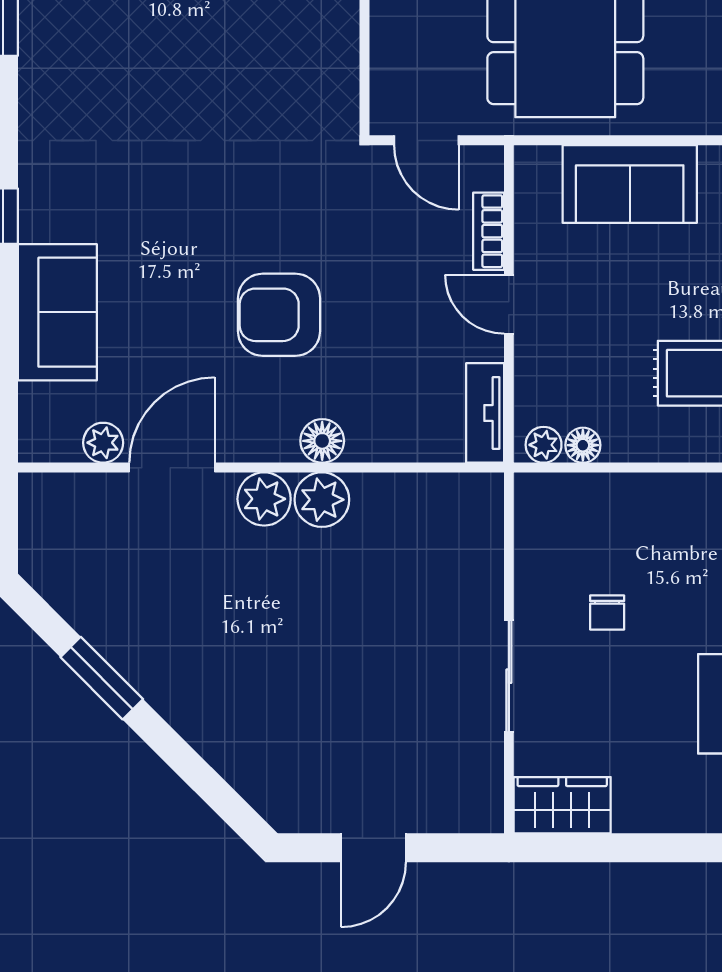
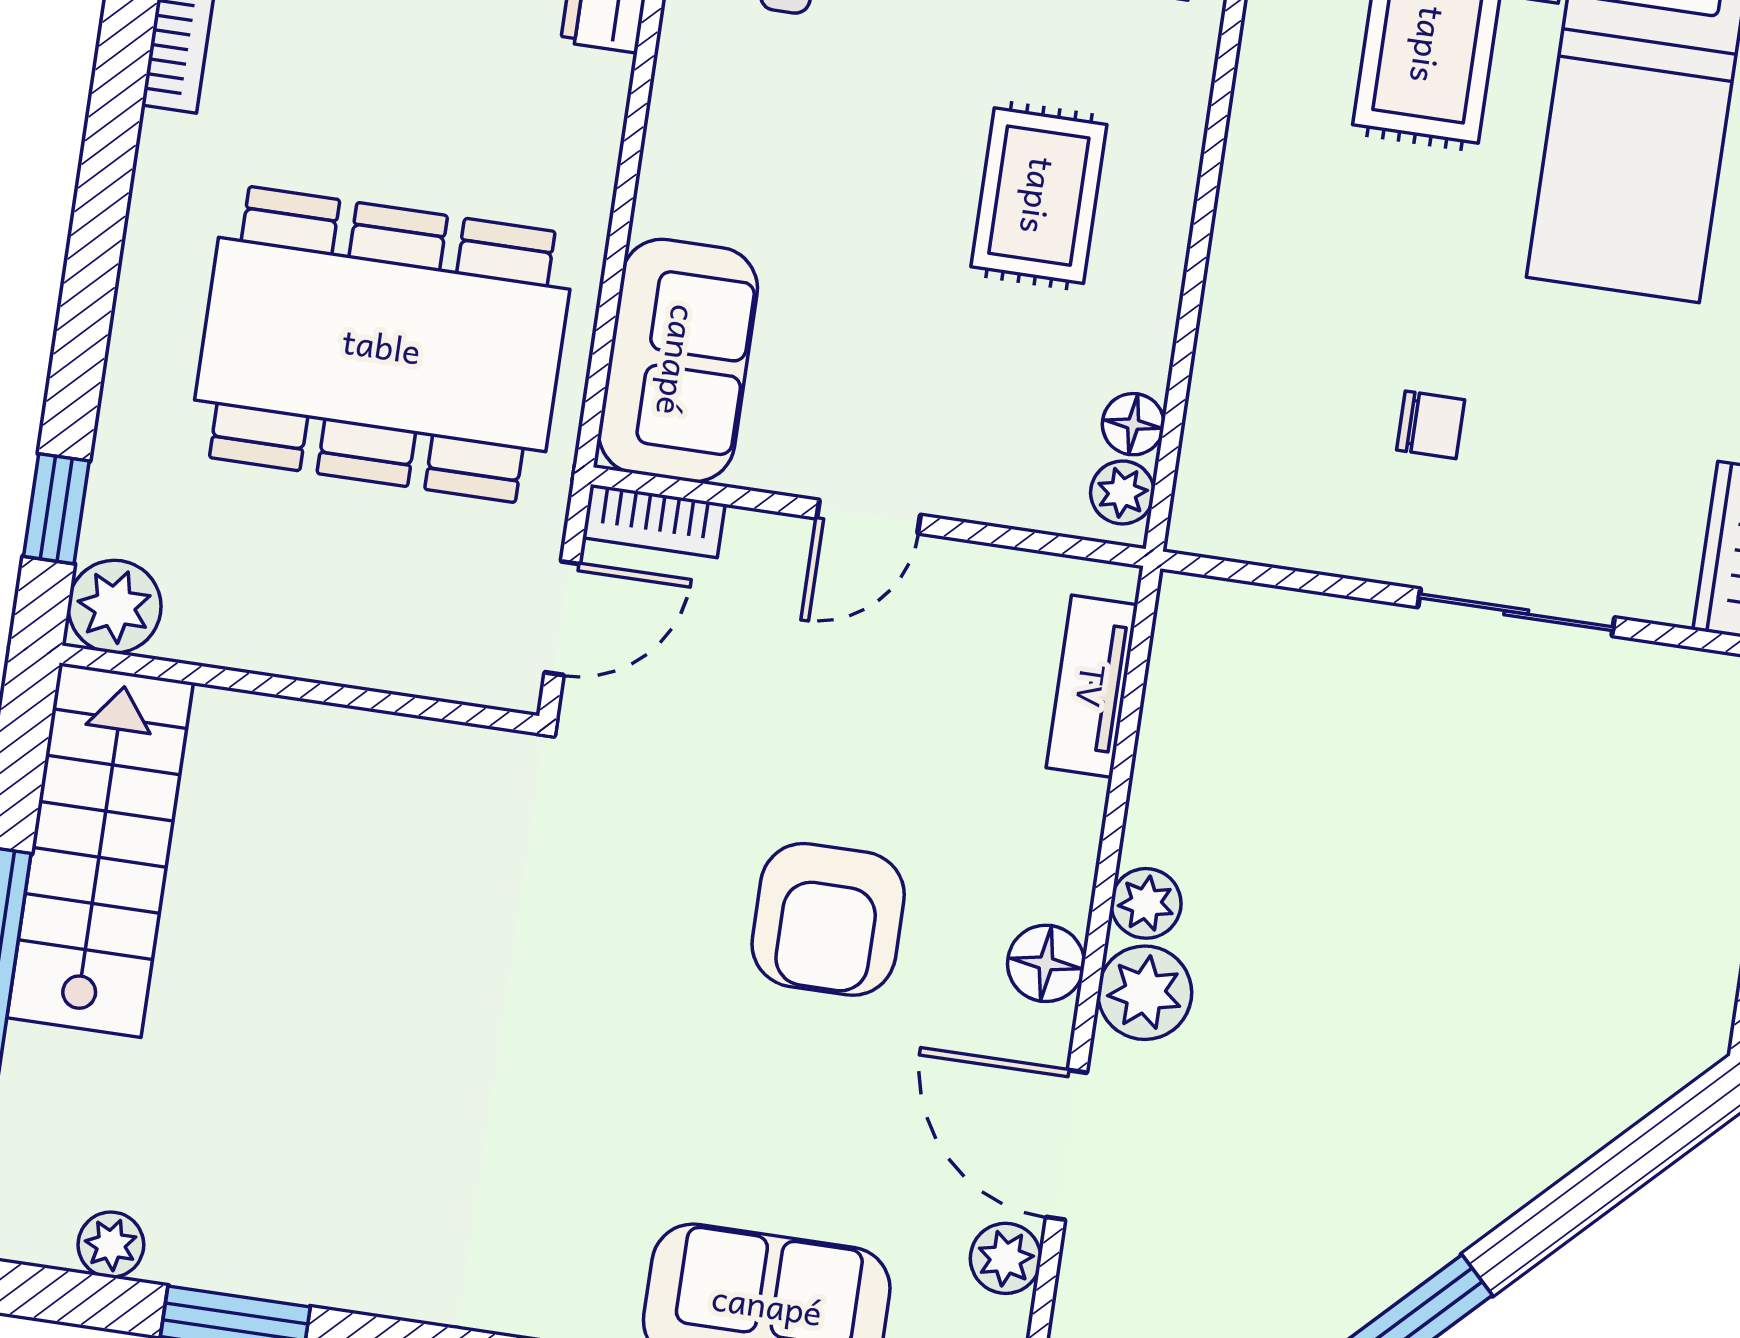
sofa: (630, 184) -> (678, 360), moved
bookcase: (489, 231) -> (654, 521), moved
tv unit: (485, 413) -> (1092, 686), moved, turned 90
floor lamp: (322, 441) -> (1046, 963), moved
plant: (322, 500) -> (1146, 903), width x0.73, depth x0.73

